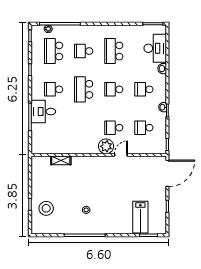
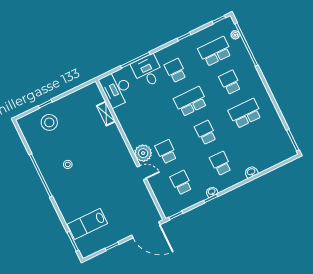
desk: (155, 48) -> (116, 89), moved, turned 90

